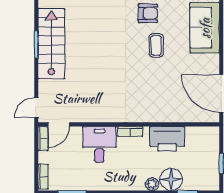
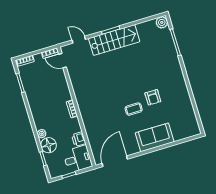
door: (36, 108) -> (79, 40), moved
printer: (167, 139) -> (79, 139), width x0.53, depth x0.68
desk: (99, 144) -> (78, 159), moved

